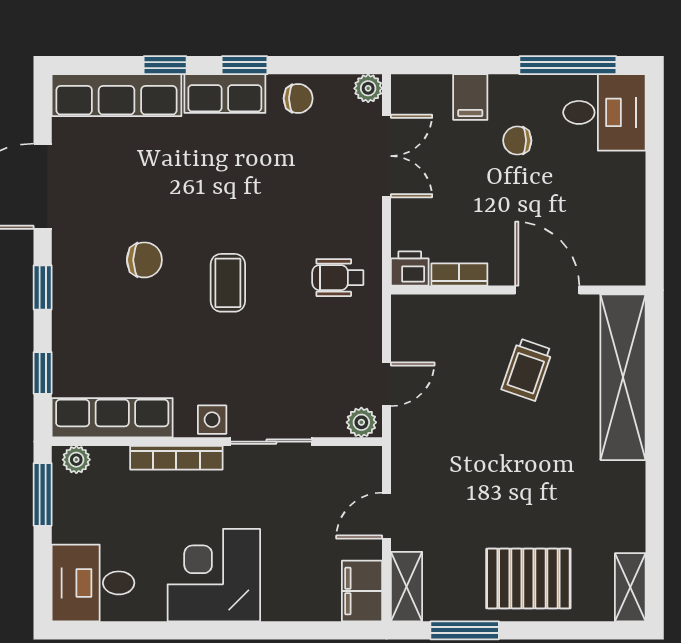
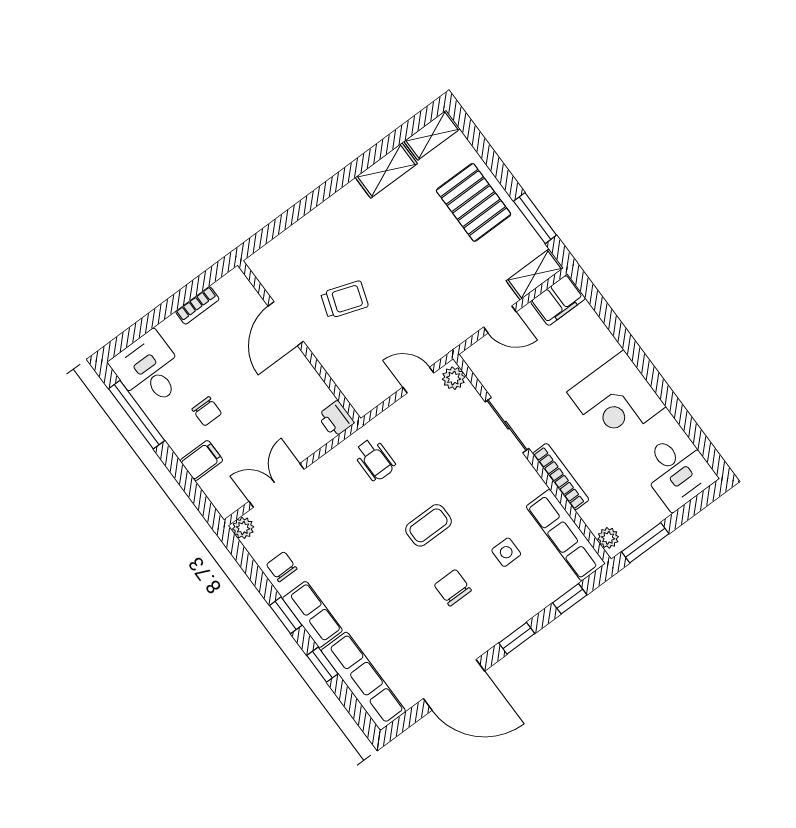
bookcase: (459, 274) -> (197, 305), moved, turned -90
shelving: (623, 377) -> (386, 171), moved, width x0.45, depth x0.75
side table: (212, 420) -> (506, 552), moved

